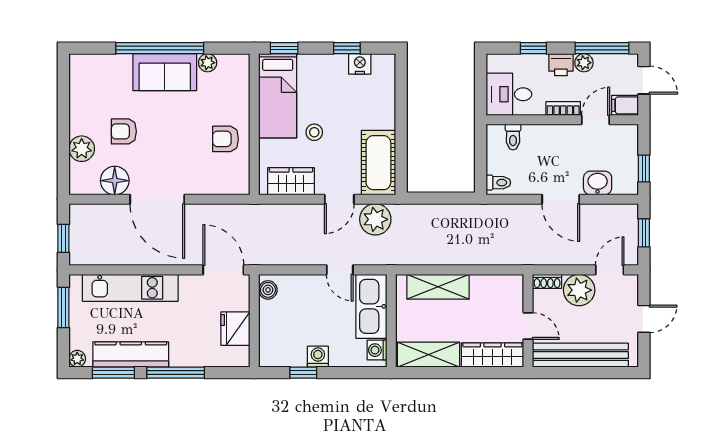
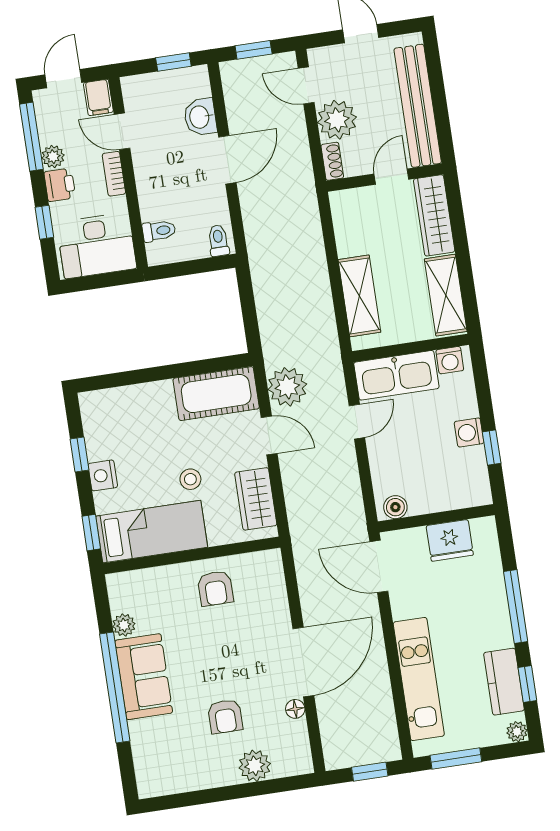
nightstand: (360, 64) -> (103, 475), moved
desk: (509, 94) -> (97, 245), width x1.37
floor lamp: (115, 181) -> (295, 709), width x0.53, depth x0.53
door: (223, 270) -> (379, 566), hinge flipped
kitchen counter: (131, 354) -> (504, 682), width x0.67
window: (113, 373) -> (527, 684), width x0.67

